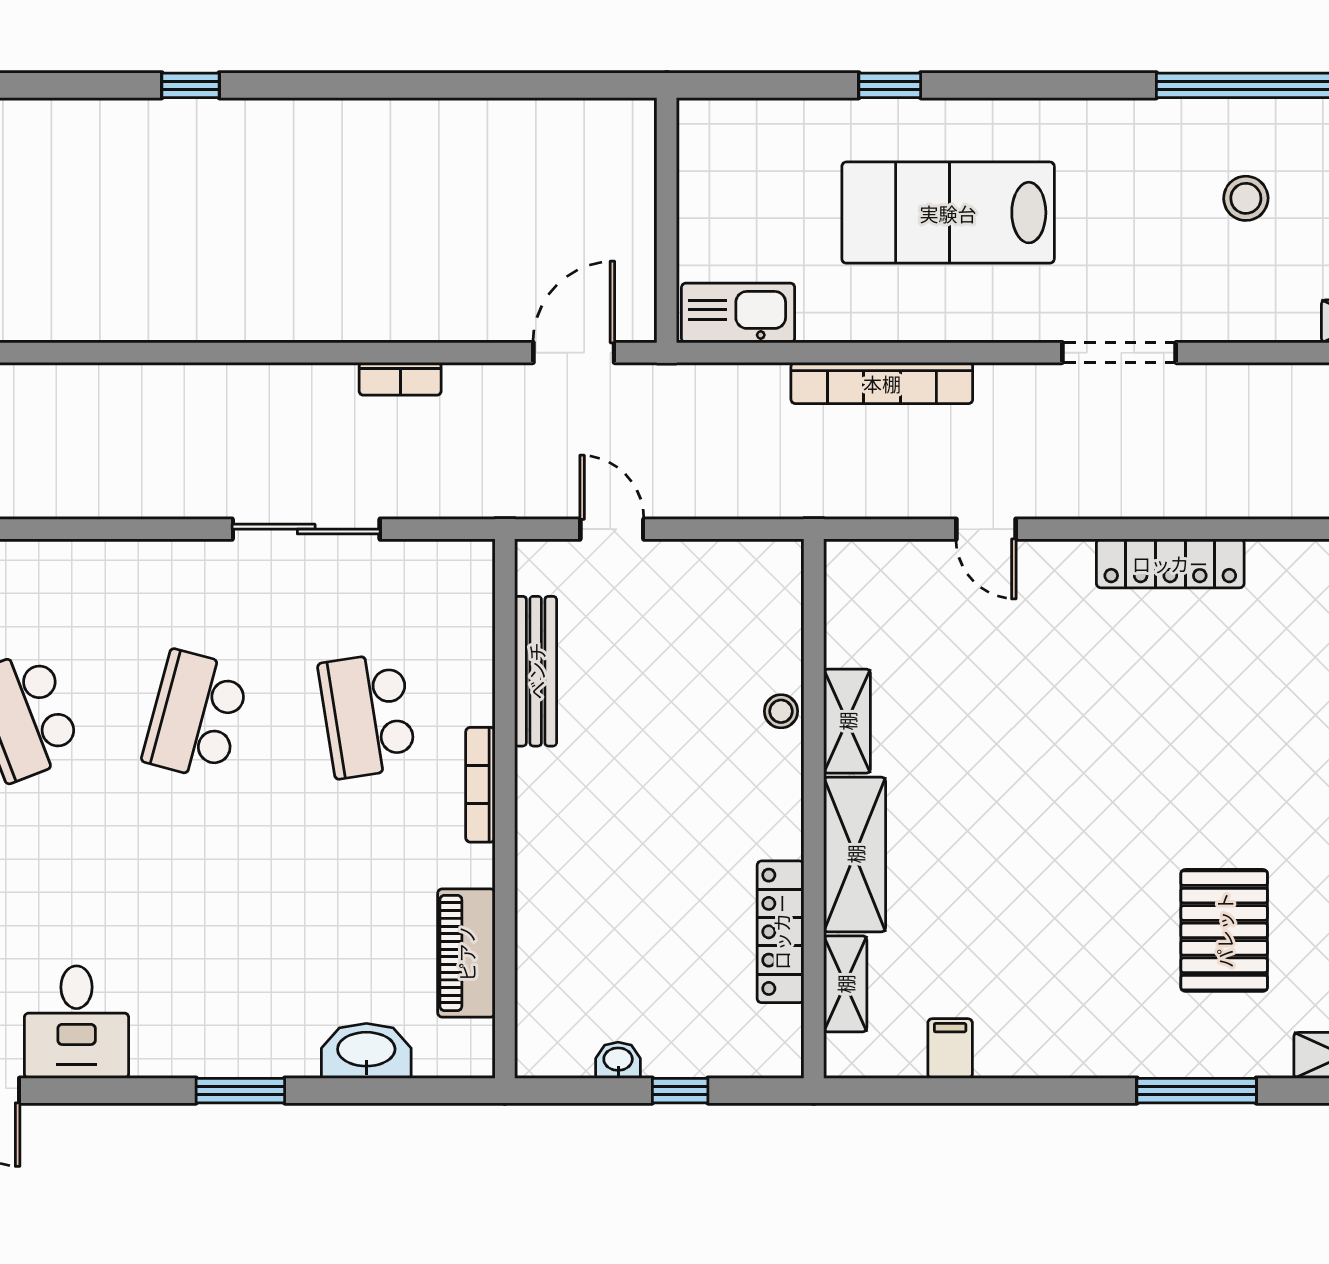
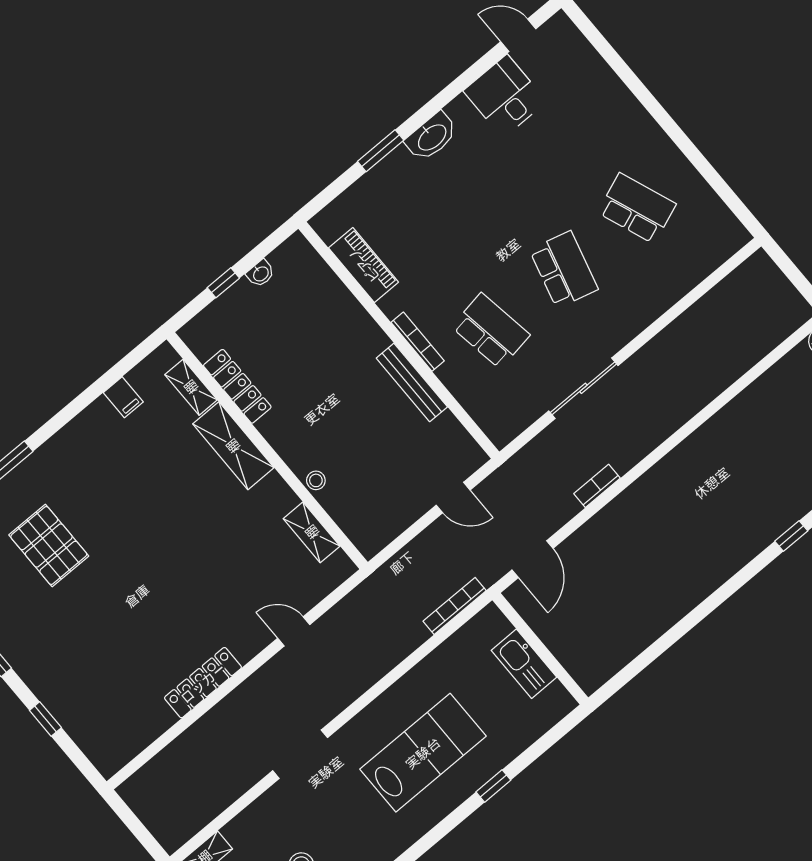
kitchen sink: (738, 313) -> (524, 664), moved, turned 90
bookcase: (882, 383) -> (455, 606), moved, width x0.68, depth x0.76
bench: (536, 671) -> (412, 382), moved
shelving: (847, 721) -> (312, 532), moved
washbasin: (366, 1051) -> (432, 137), moved
window: (240, 1091) -> (381, 151), moved

